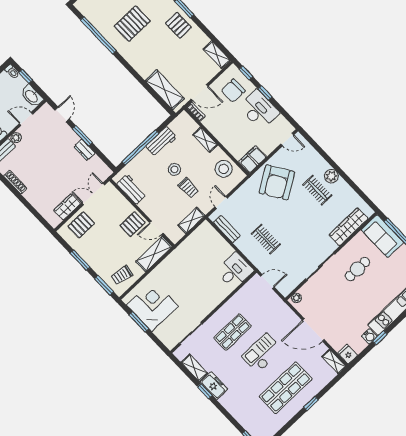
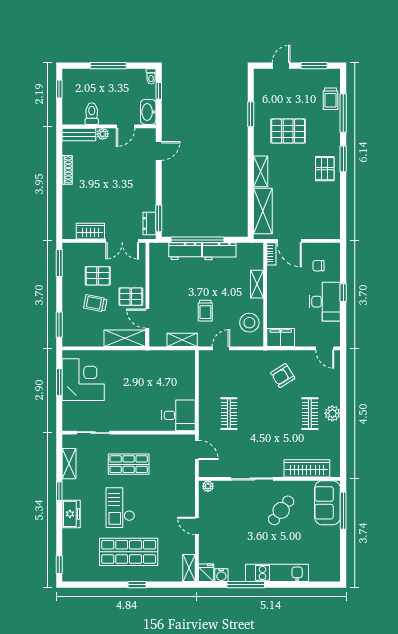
window: (98, 35) -> (251, 114), width x0.47
shelving: (217, 55) -> (261, 171), moved
window: (246, 73) -> (343, 261), removed
chair: (233, 91) -> (318, 266), width x0.54, depth x0.54
door: (26, 119) -> (126, 126), swing flipped
window: (82, 136) -> (159, 218), moved
dresser: (85, 150) -> (150, 223), moved
stool: (174, 169) -> (208, 284), removed
armchair: (277, 182) -> (283, 376), width x0.53, depth x0.53
workbench: (132, 189) -> (185, 251), moved, turned 90
double door: (93, 194) -> (122, 241), swing flipped
pallet: (81, 225) -> (98, 276), moved
bench: (227, 229) -> (205, 375), removed
window: (80, 260) -> (59, 263), moved
cafe table: (358, 269) -> (281, 510), turned -52
trolley: (122, 275) -> (95, 303), moved
door: (313, 330) -> (197, 526), width x0.53
water cooler: (369, 336) -> (221, 575), moved
window: (380, 338) -> (246, 585), width x2.17
checkout: (262, 353) -> (120, 508), moved, turned -90
freezer: (214, 386) -> (71, 514), moved

